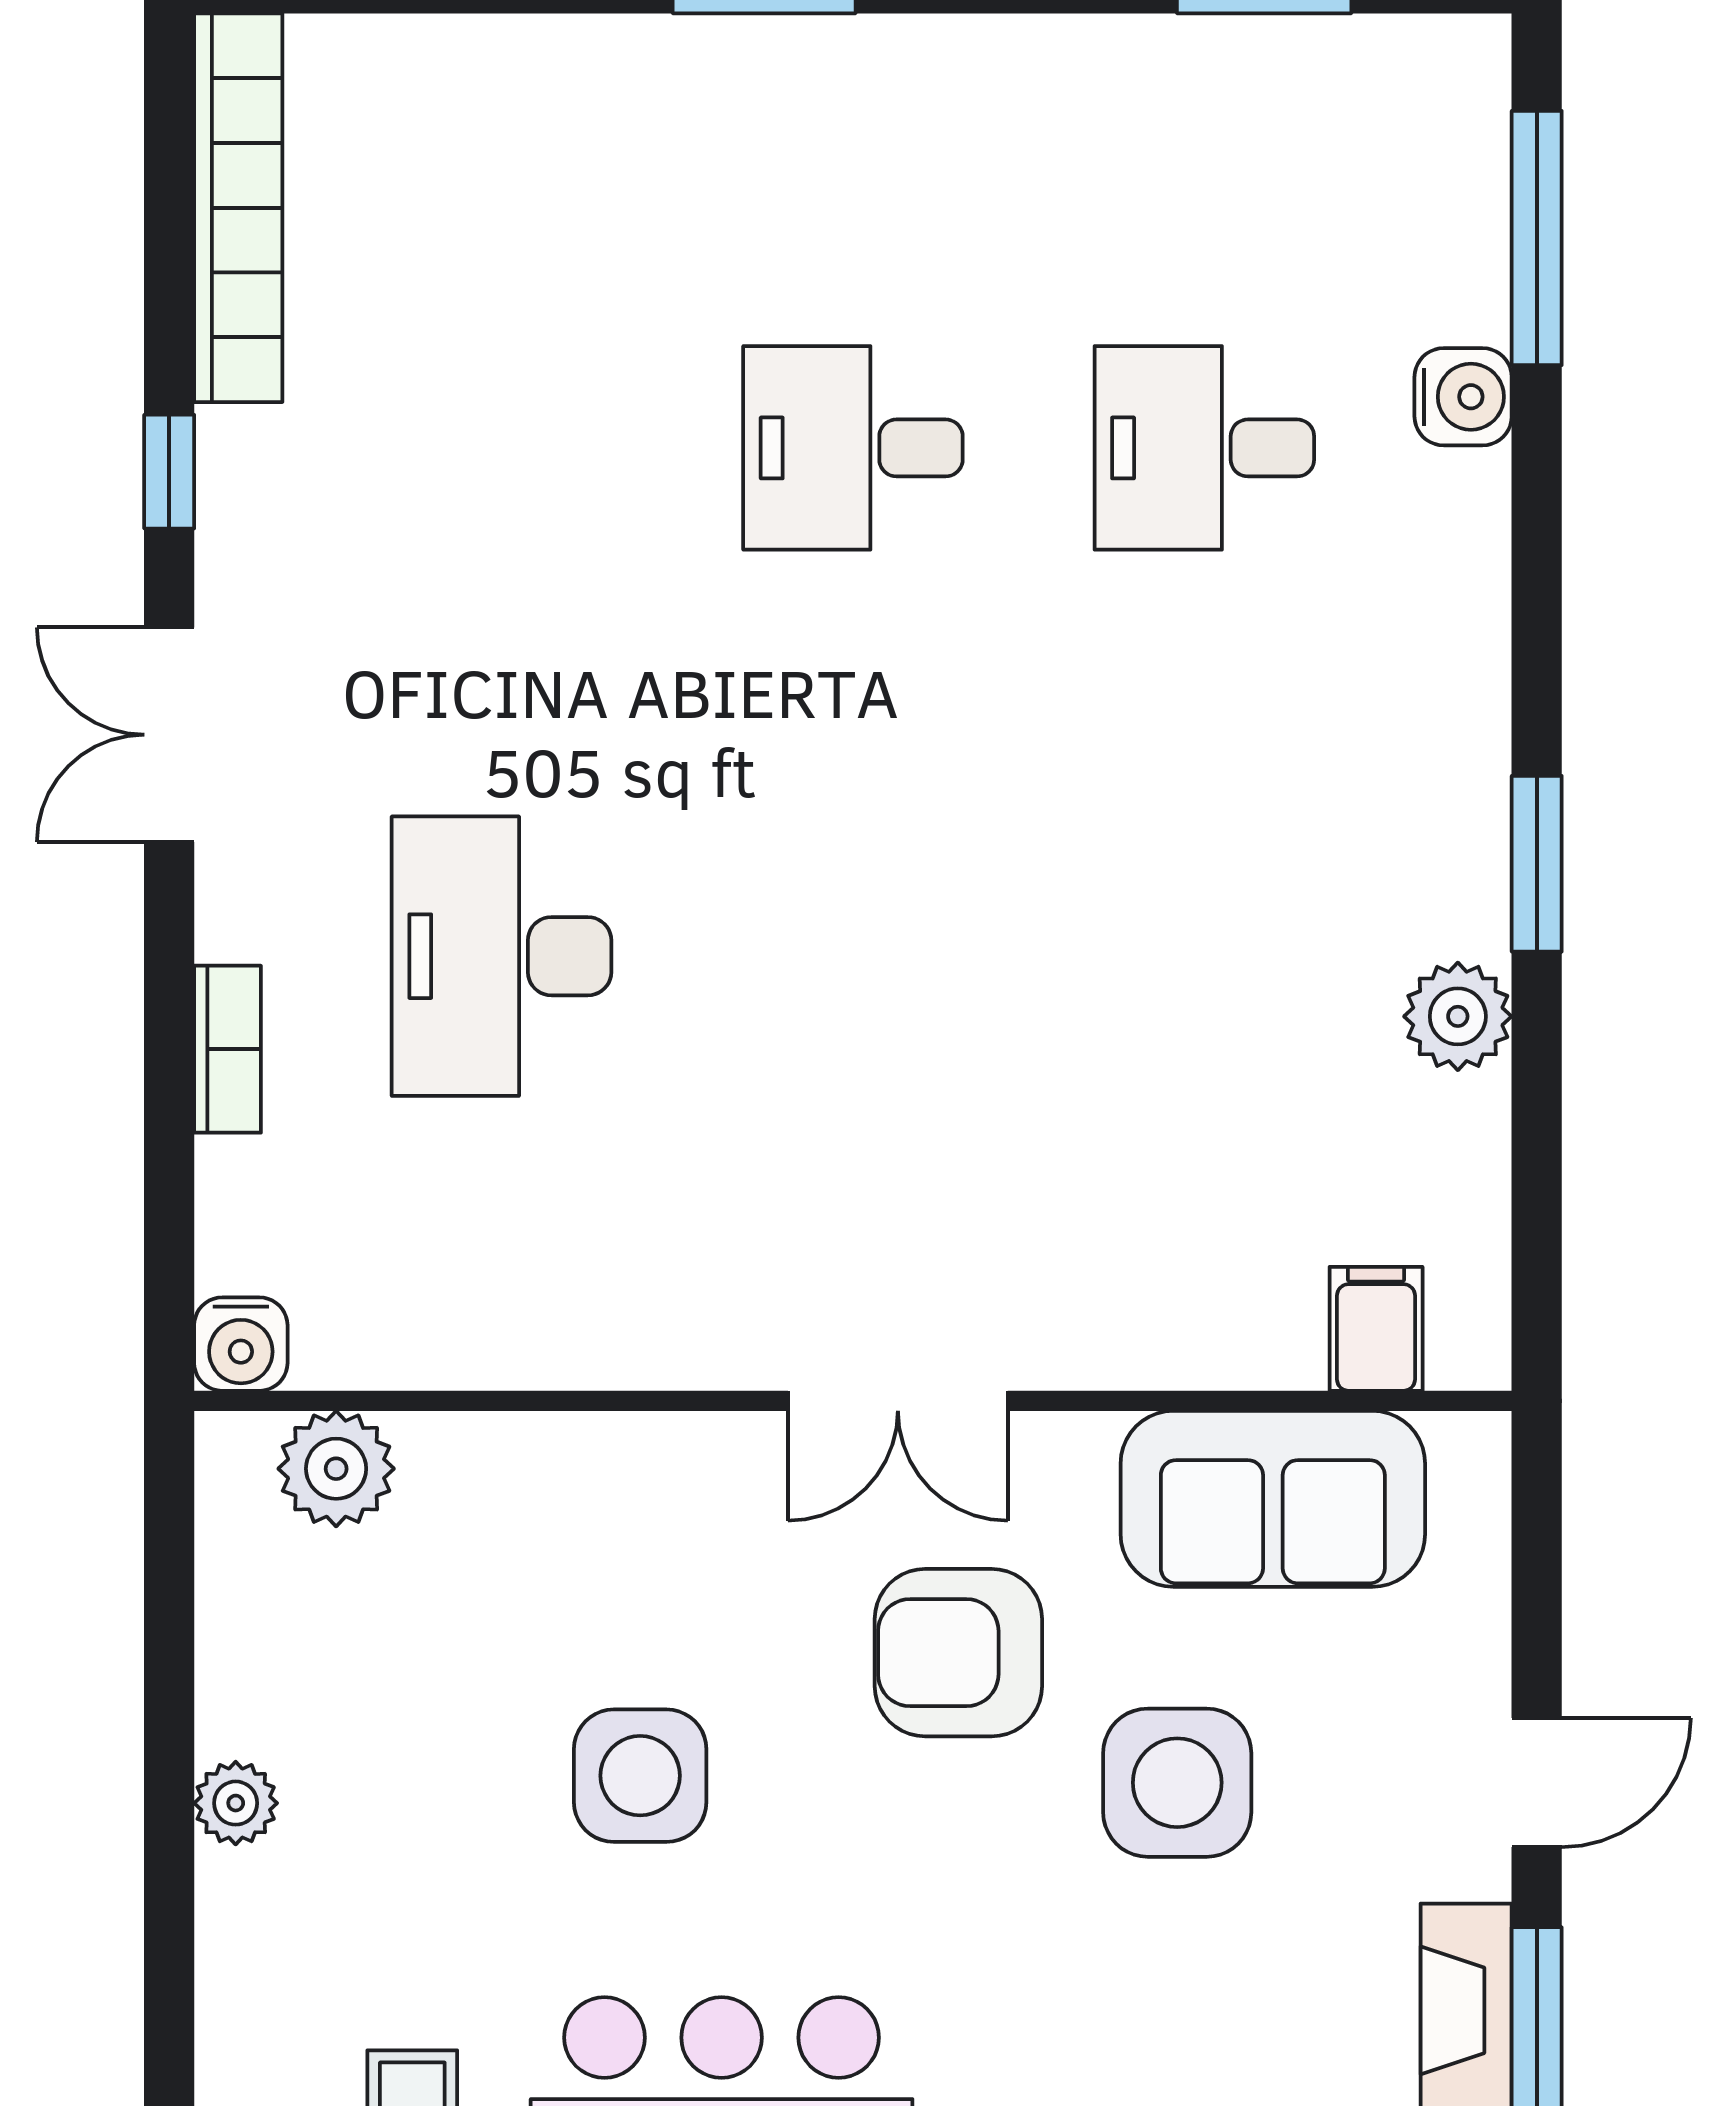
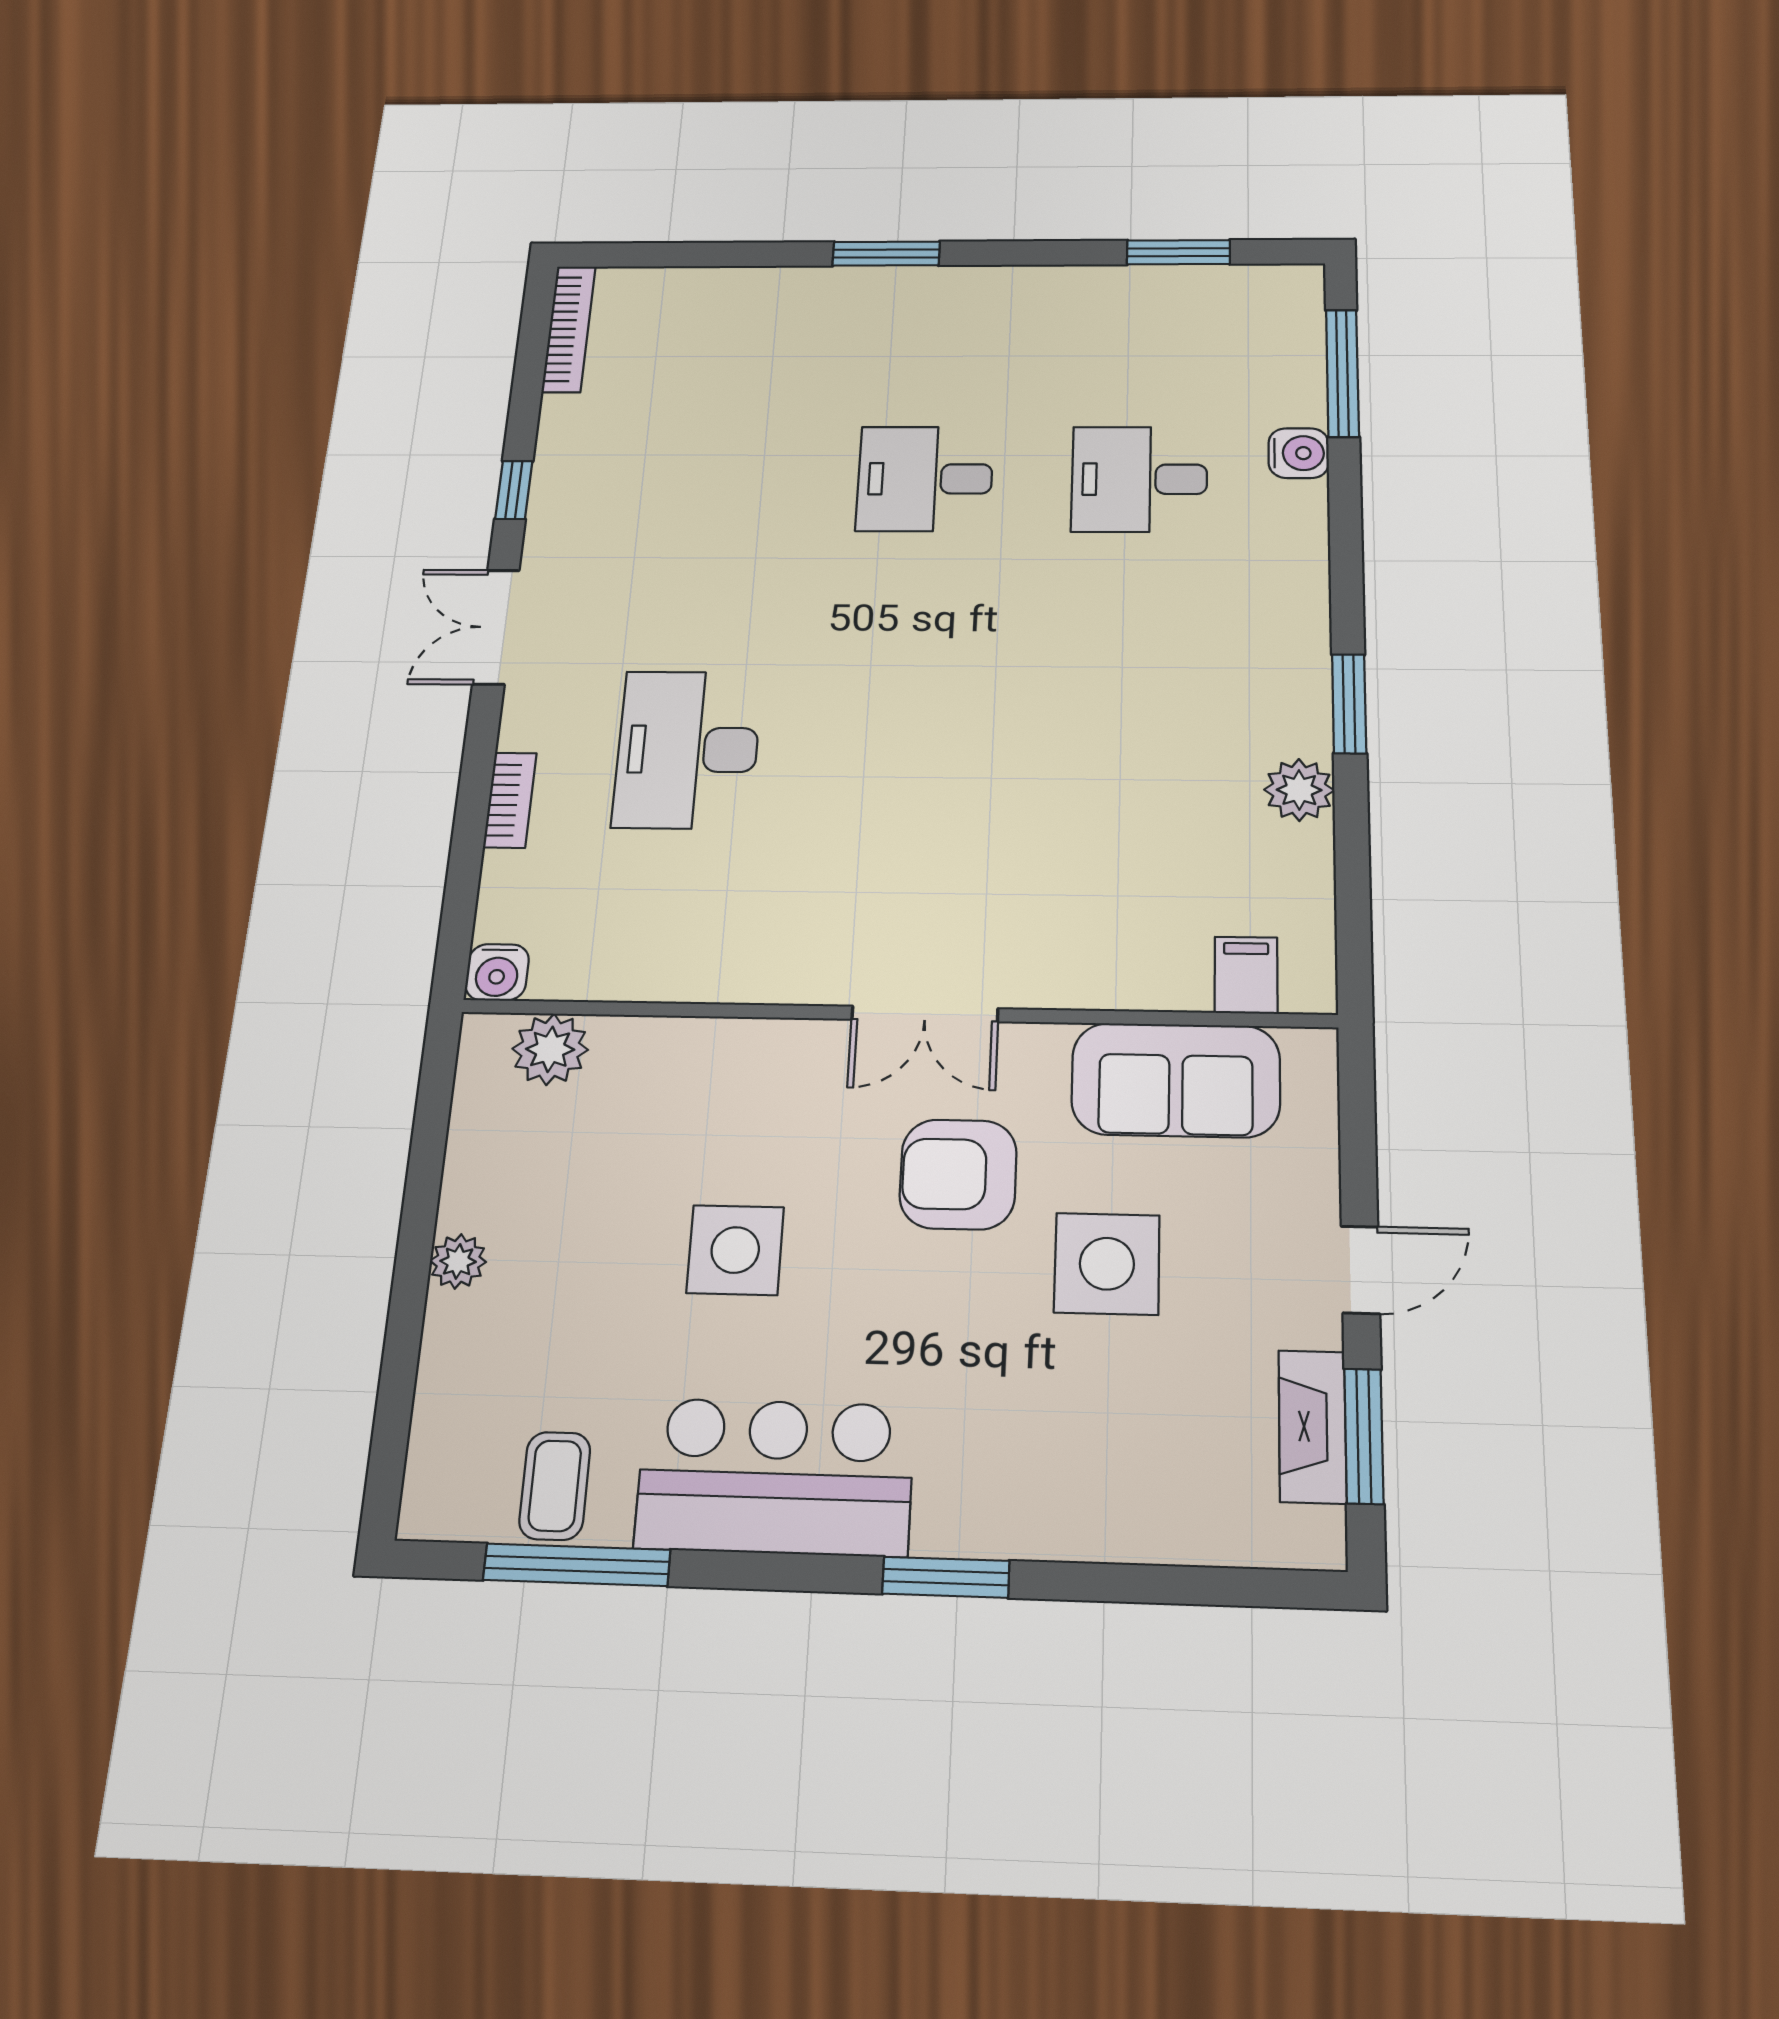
bookcase: (238, 208) -> (569, 329), width x0.68, depth x0.76

